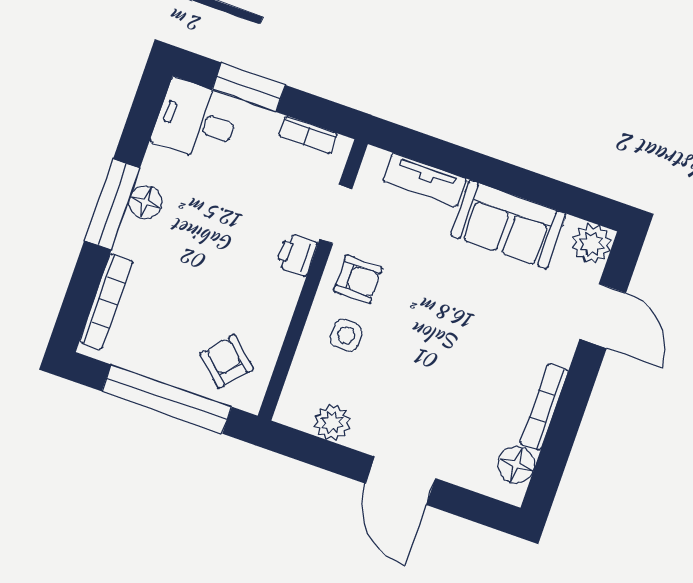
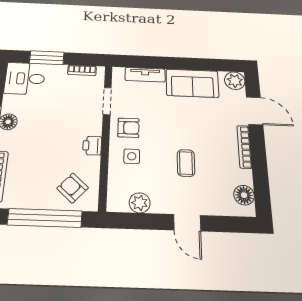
printer: (296, 255) -> (92, 146), moved
coffee table: (437, 377) -> (186, 163), added
bookcase: (544, 407) -> (244, 147), moved
door: (400, 481) -> (187, 223), width x0.73

